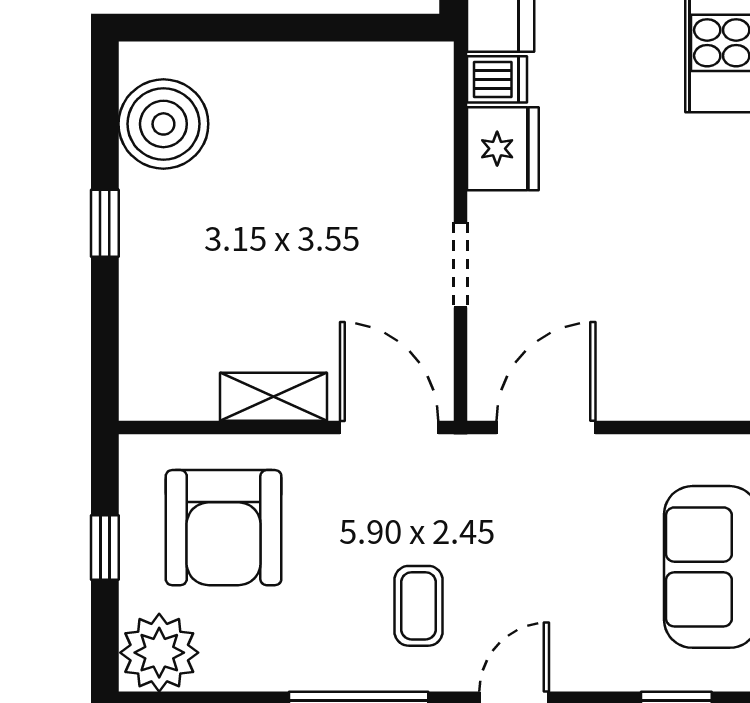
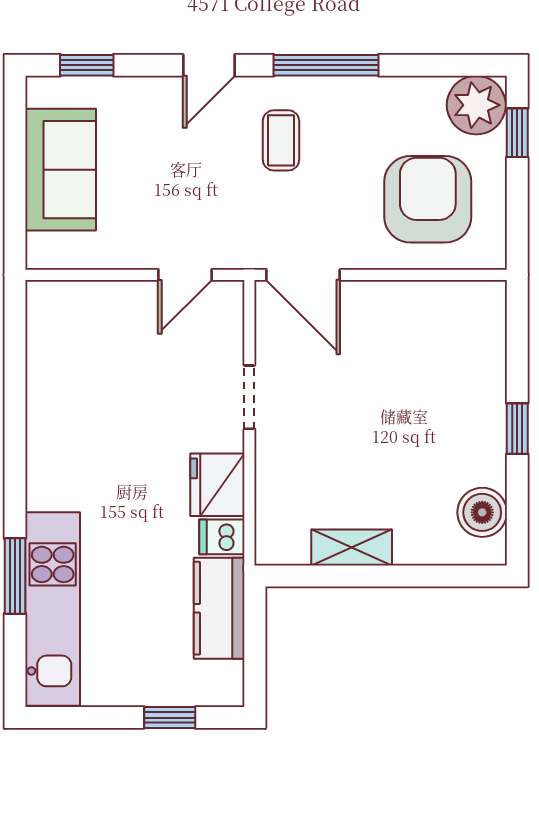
boiler: (163, 124) -> (482, 512), width x0.73, depth x0.73
shelving: (274, 397) -> (352, 547), moved
door: (546, 427) -> (185, 275), width x0.73
window: (105, 547) -> (517, 133), moved

